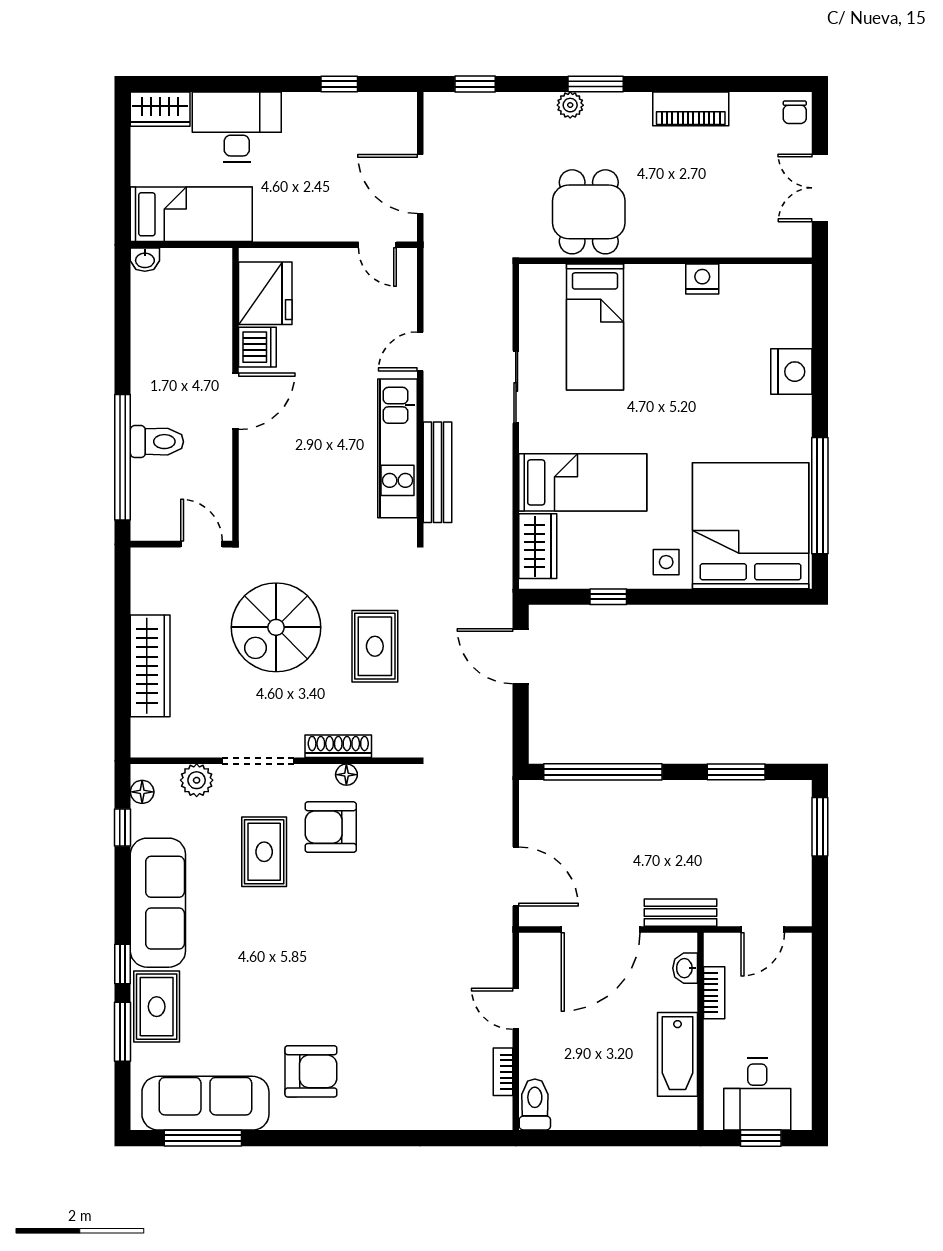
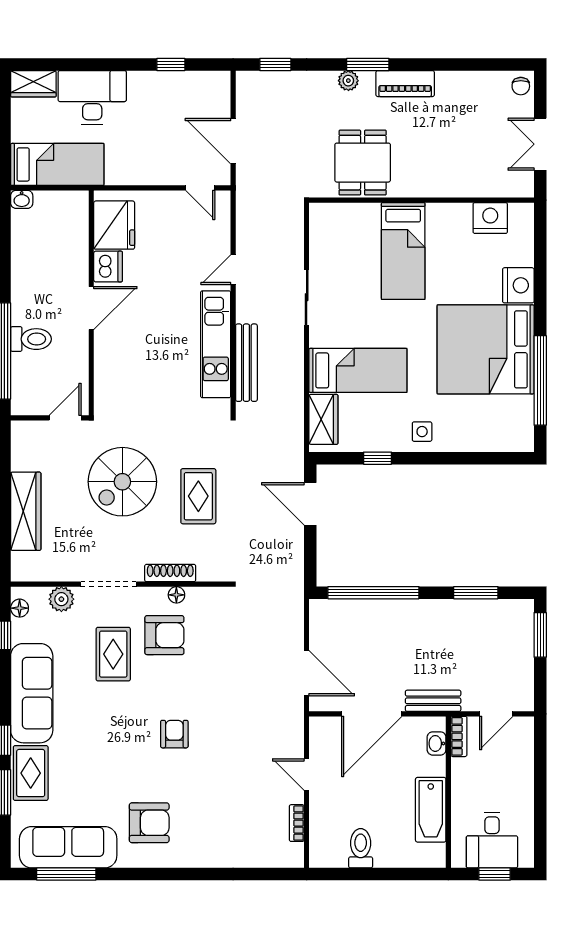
piano: (691, 109) -> (405, 84), moved
nightstand: (702, 279) -> (490, 218), moved, width x1.36, depth x1.33
bed: (595, 327) -> (403, 251), moved
bed: (751, 526) -> (486, 349), moved, turned -90
door: (202, 544) -> (65, 418), hinge flipped
armchair: (331, 827) -> (164, 635), turned 180
armchair: (344, 956) -> (174, 734), added
bookcase: (714, 993) -> (459, 736), moved
toilet: (535, 1105) -> (361, 848), moved

